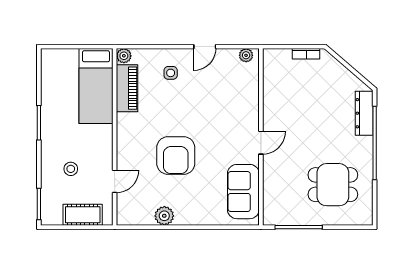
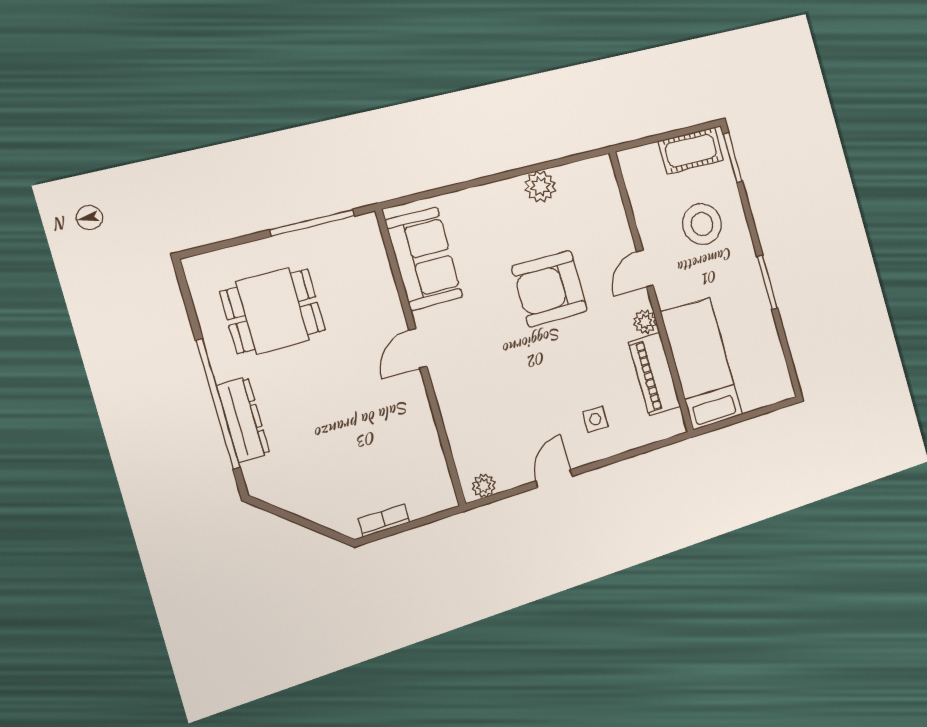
plant: (124, 56) -> (645, 322), moved
dresser: (364, 113) -> (243, 420), moved
armchair: (176, 155) -> (550, 289), turned -90
stool: (71, 169) -> (702, 224), width x1.89, depth x1.89
door: (115, 181) -> (645, 268), moved
cot: (83, 215) -> (691, 150), moved

